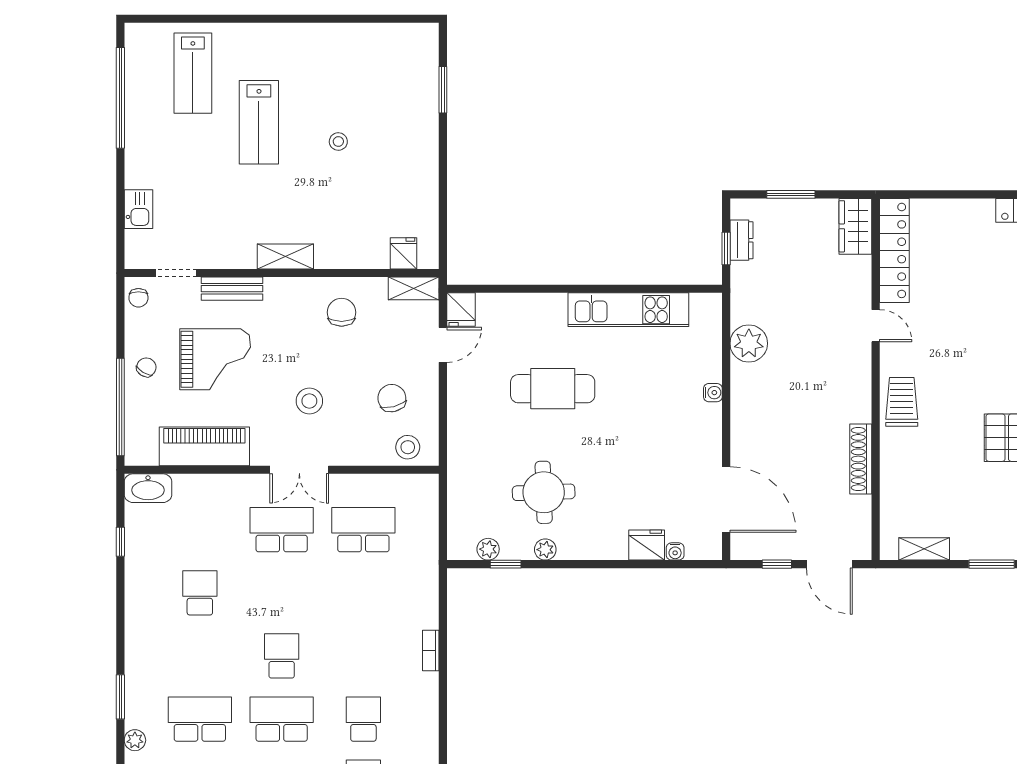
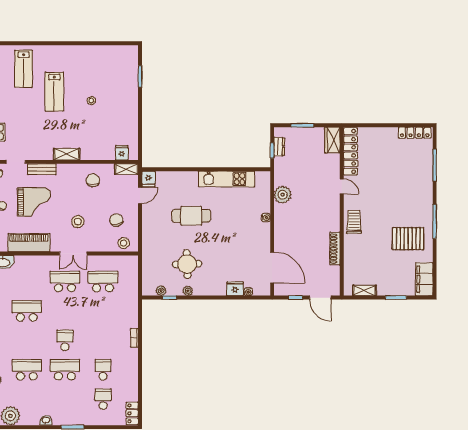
school desk: (200, 593) -> (27, 311), width x1.85

